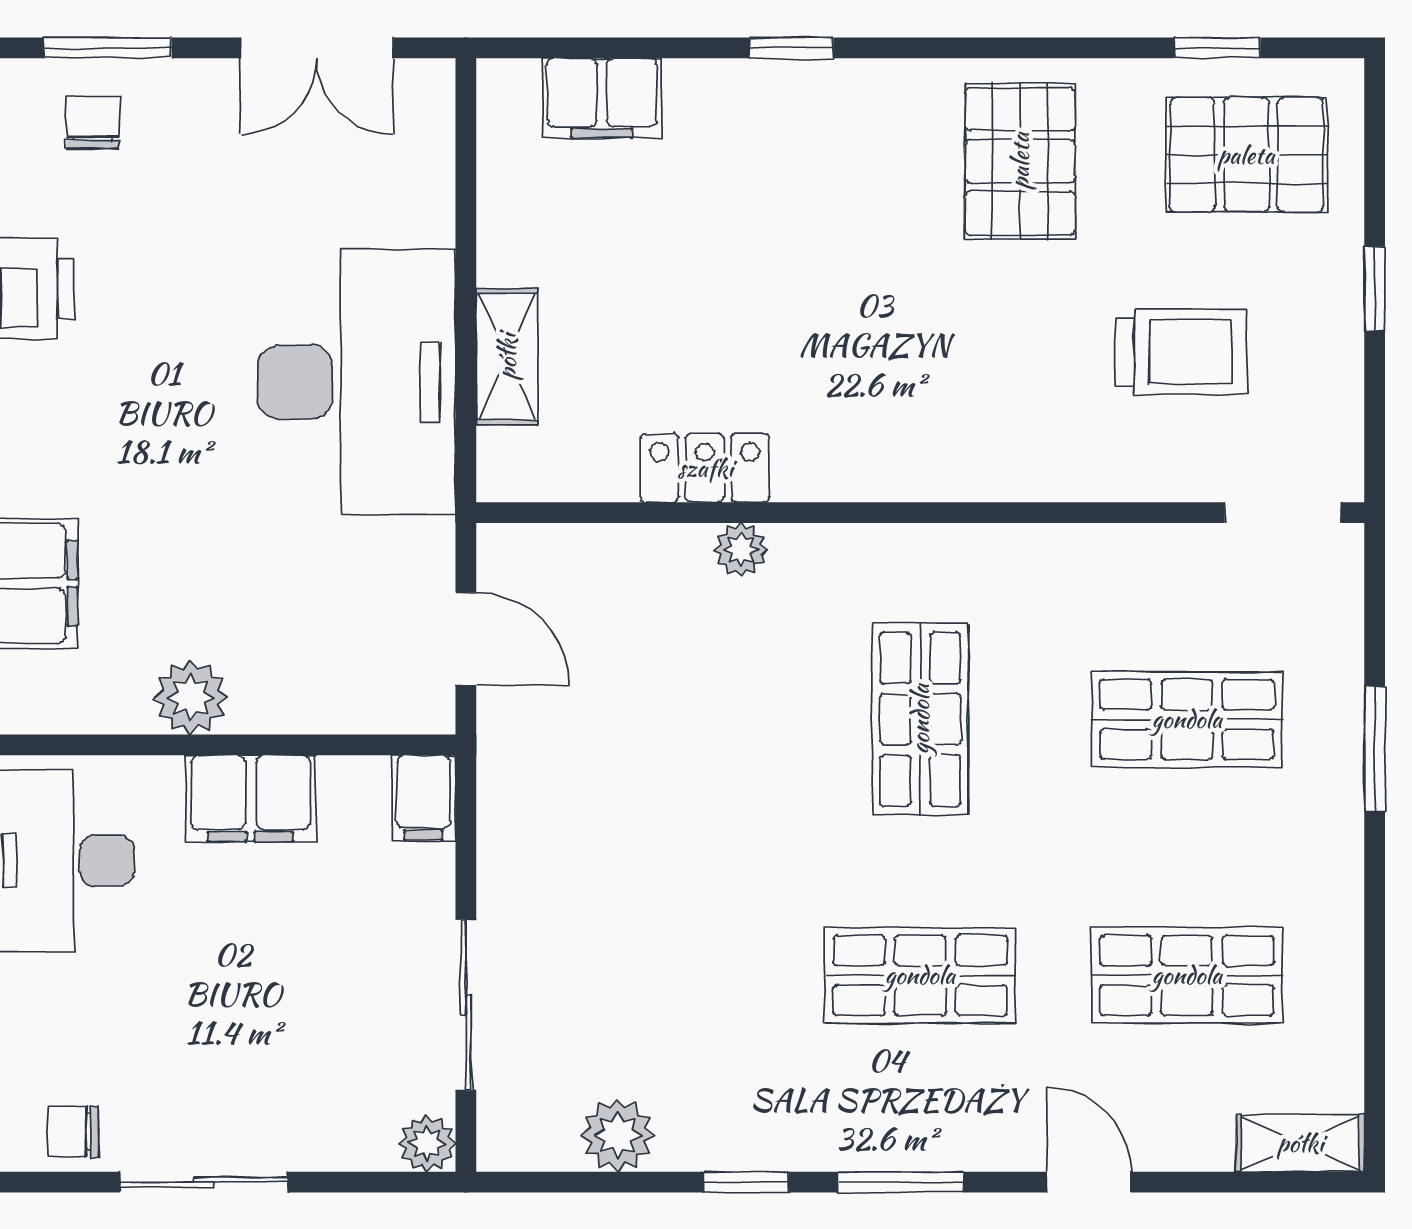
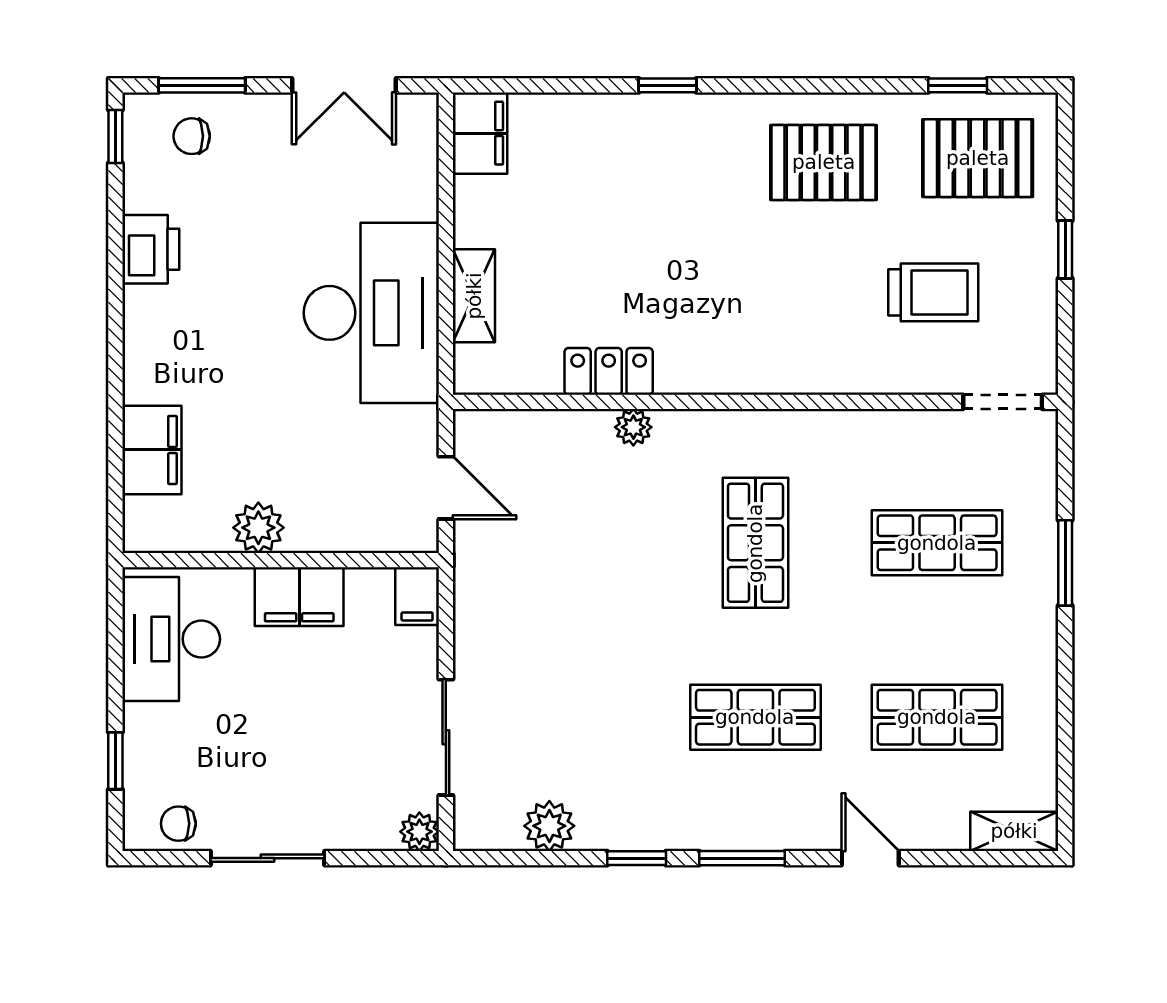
filing cabinet: (602, 98) -> (480, 133), moved, turned -90
chair: (93, 123) -> (192, 136), turned -90
pallet: (1020, 161) -> (824, 162), turned 90

